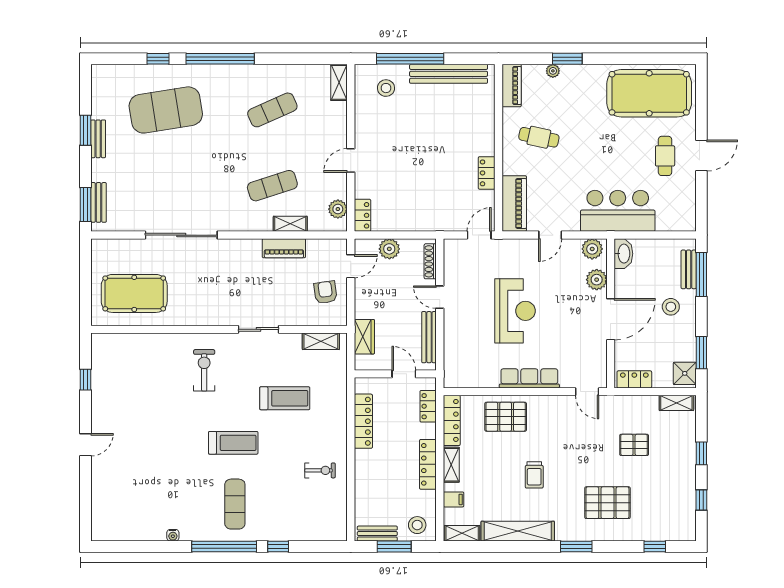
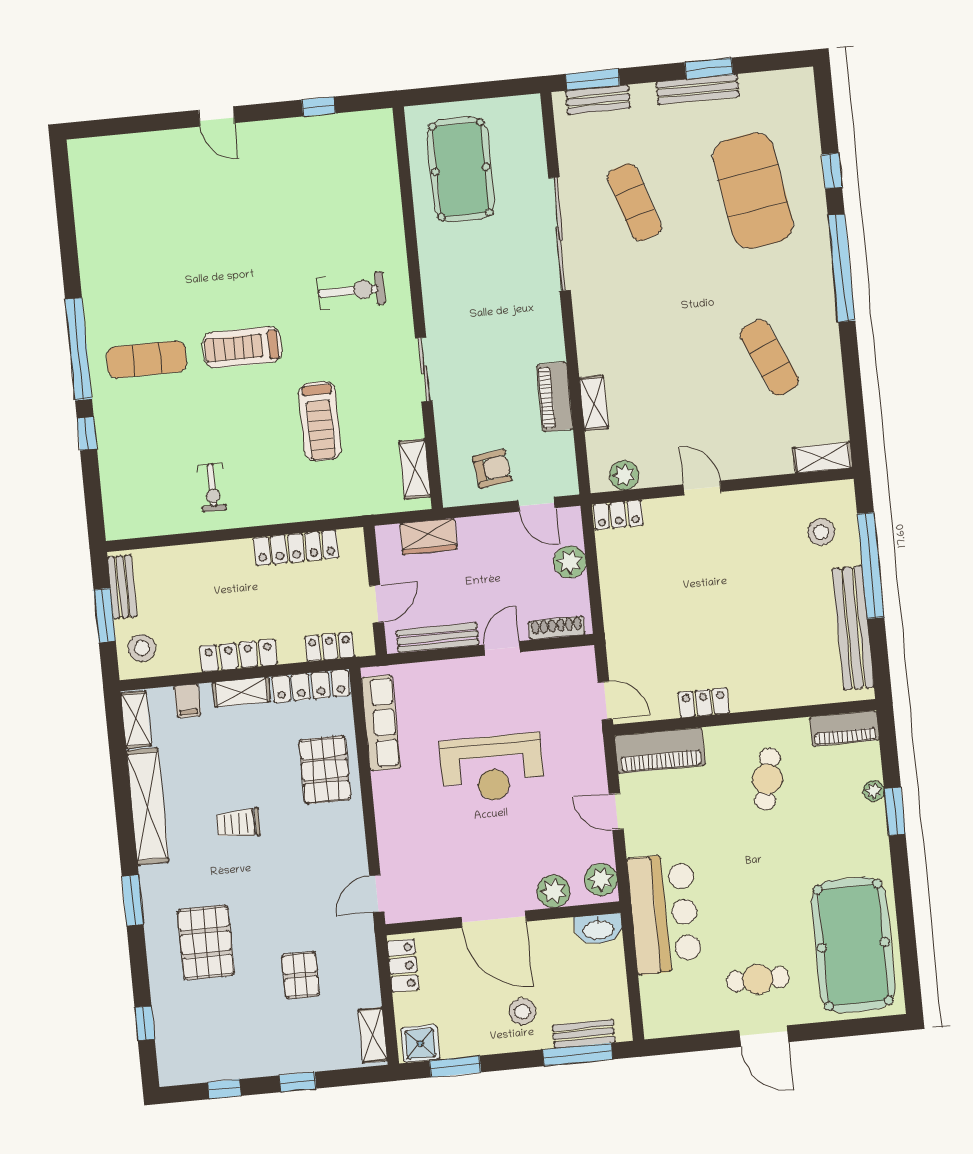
bench: (98, 139) -> (697, 89), width x1.36
exercise mat: (272, 186) -> (634, 202), moved
row of seats: (529, 378) -> (381, 723), moved
treadmill: (233, 443) -> (242, 347), turned 90
water cooler: (173, 535) -> (88, 267), removed

